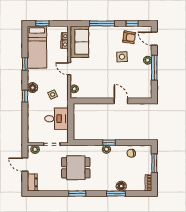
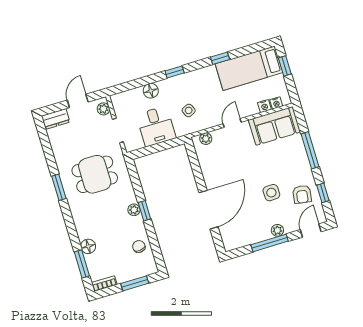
floor lamp: (33, 88) -> (151, 91), moved
door: (121, 101) -> (209, 210), width x1.88
dining table: (76, 168) -> (95, 174), turned 90
window: (116, 194) -> (82, 264), moved

